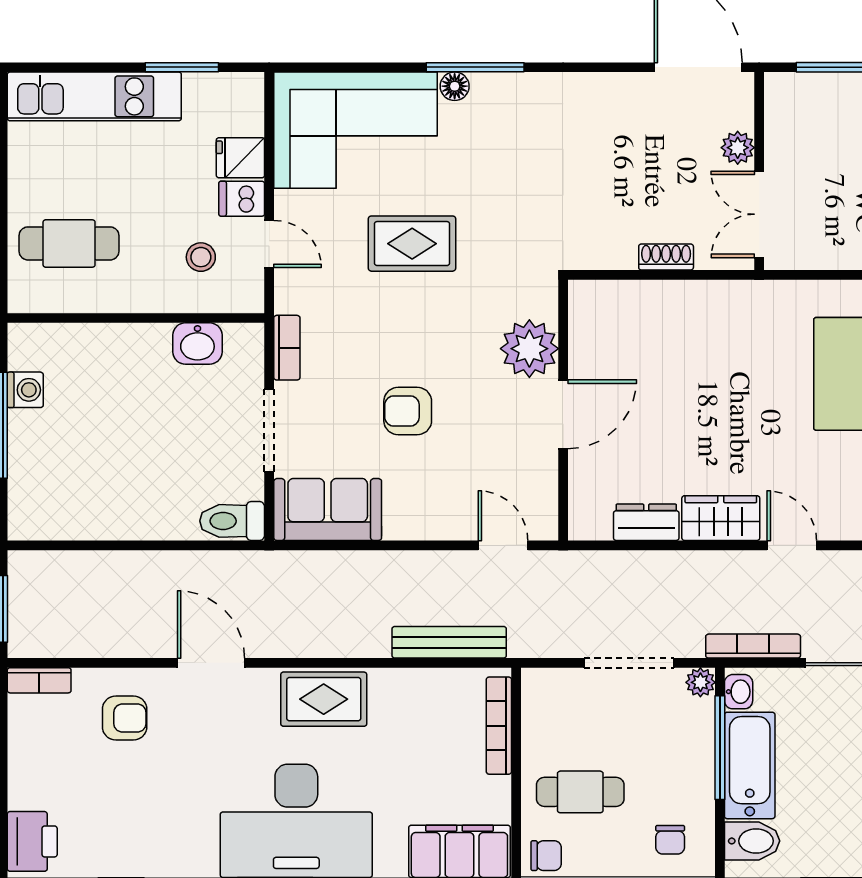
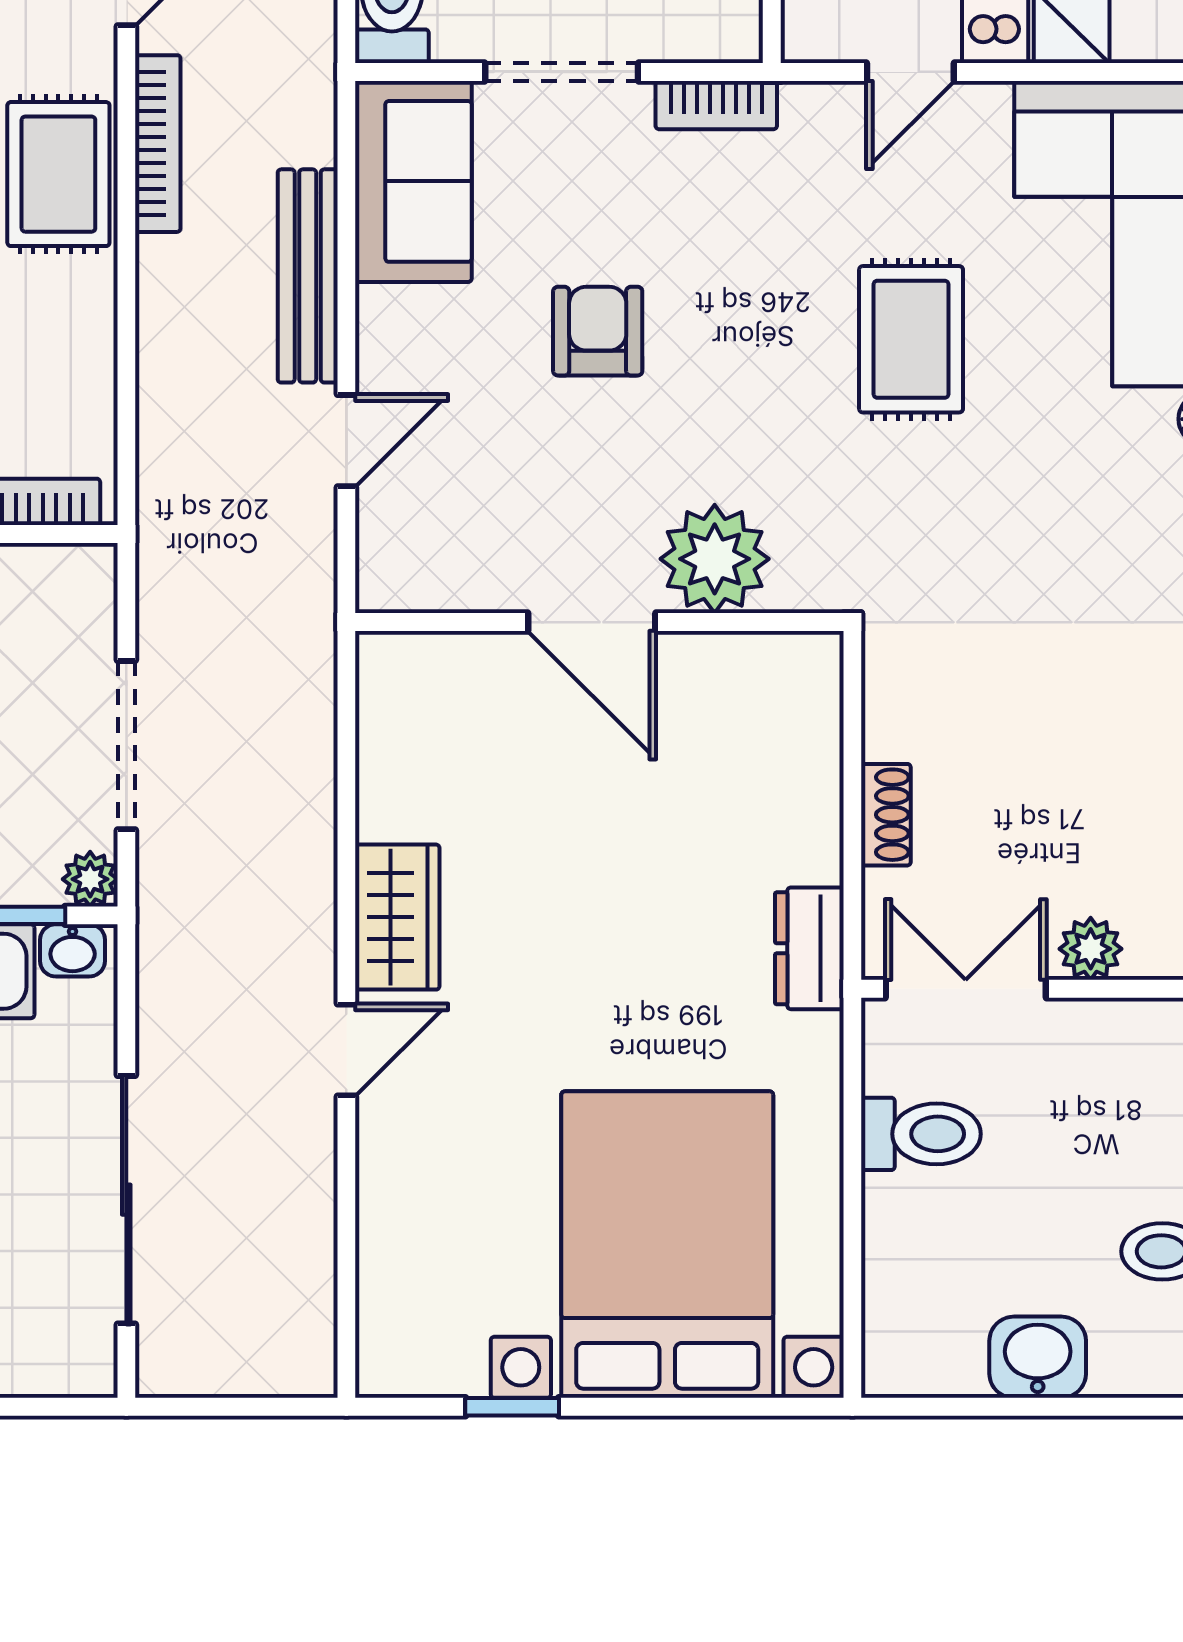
toilet: (837, 238) -> (921, 1134), added
dresser: (646, 522) -> (809, 948), moved, turned 180
door: (503, 545) -> (346, 441), moved
bench: (449, 642) -> (308, 276), moved
bookcase: (753, 646) -> (158, 144), moved

